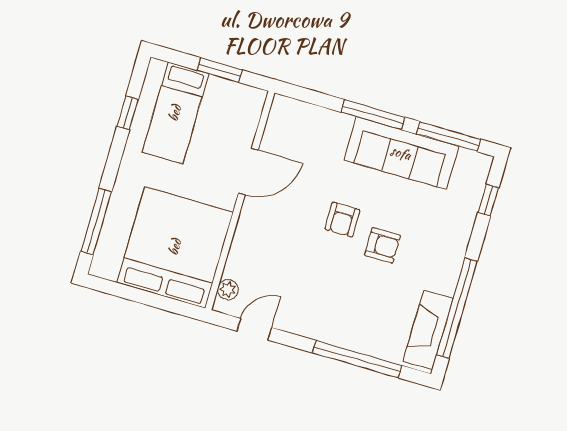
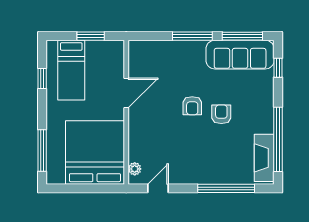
sofa: (401, 153) -> (240, 55), moved
armchair: (382, 245) -> (221, 114), turned -90

